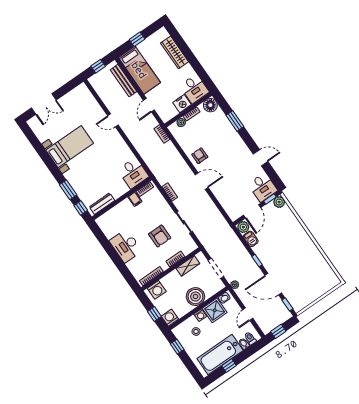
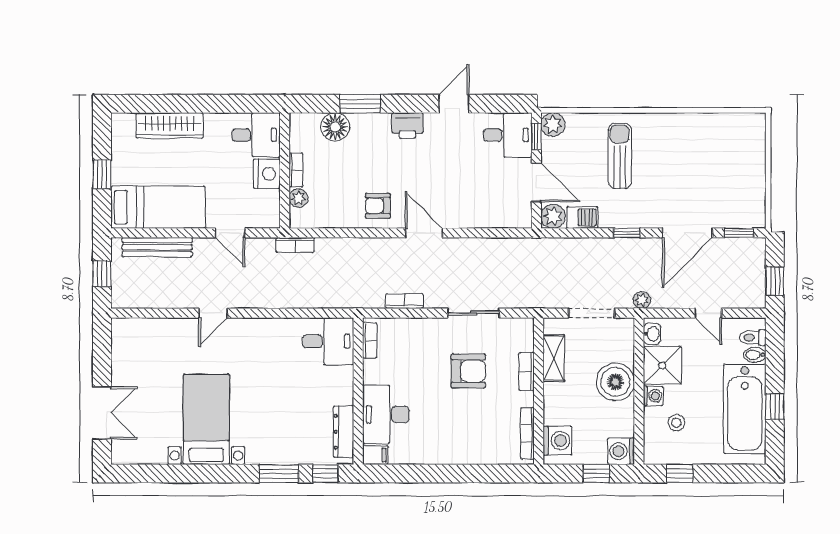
floor lamp: (210, 105) -> (335, 127), moved
printer: (239, 145) -> (408, 125), added
door: (202, 181) -> (424, 233), hinge flipped
filing cabinet: (135, 199) -> (375, 455), moved
sun lounger: (285, 237) -> (620, 156), added
desk: (126, 246) -> (386, 414), moved, turned 90

